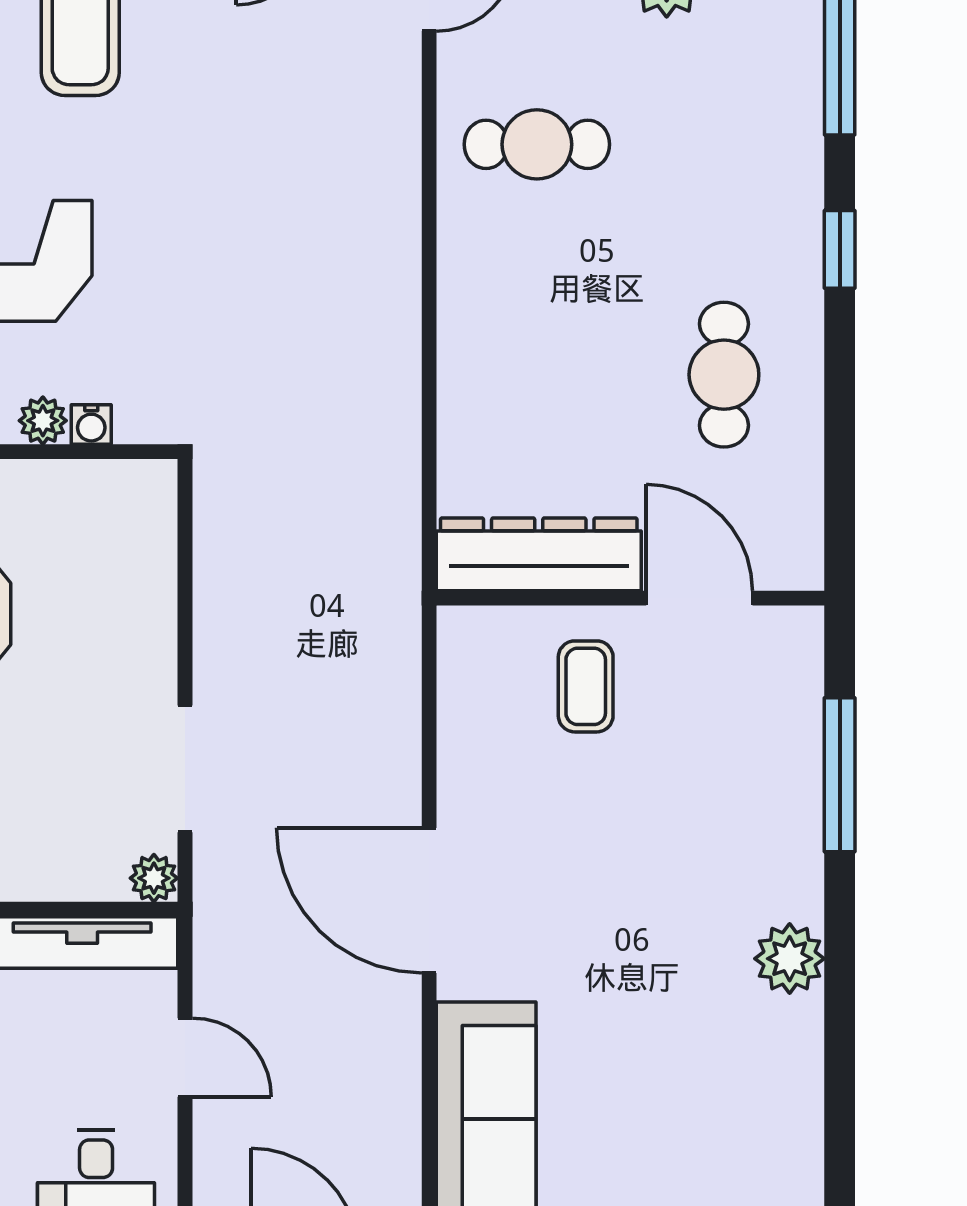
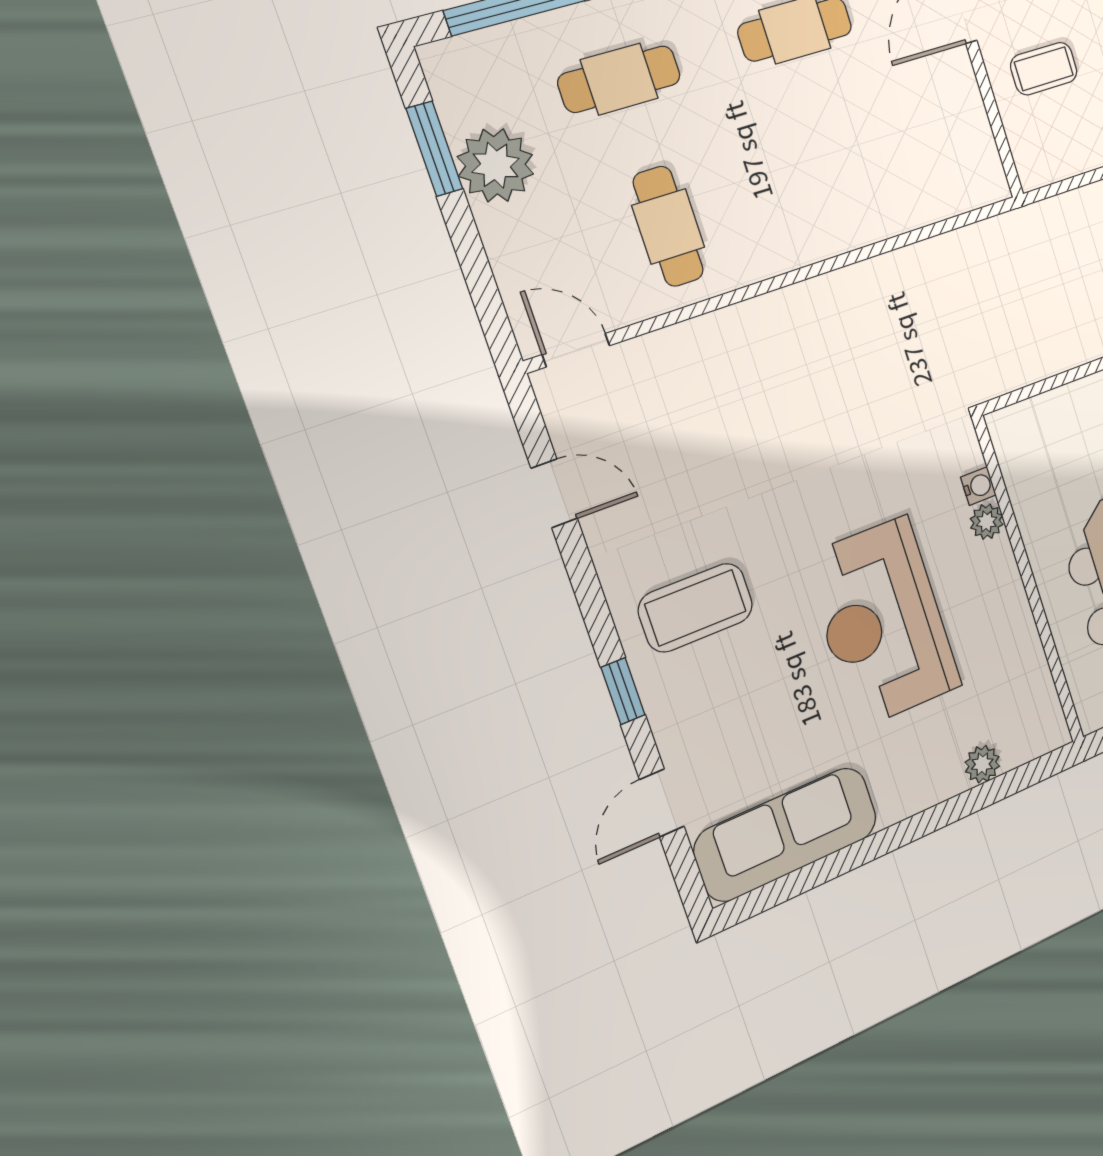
cafe table: (724, 144) -> (619, 79), added
dresser: (539, 554) -> (966, 131), removed

